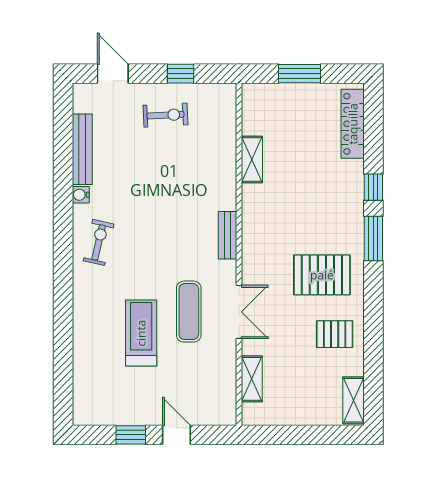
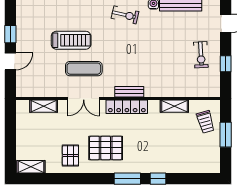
trolley: (278, 107) -> (205, 122), added
locker: (353, 124) -> (127, 107), moved, turned 180
pallet: (322, 275) -> (106, 148), turned 90

